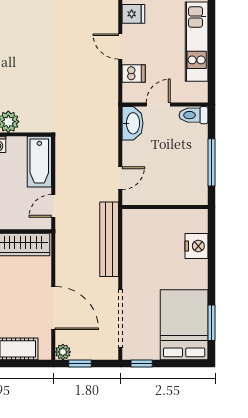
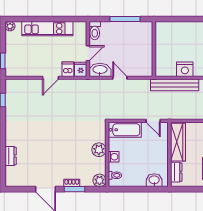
fridge: (133, 14) -> (81, 69), moved
door: (158, 105) -> (88, 53), swing flipped
door: (120, 178) -> (120, 78), moved
nightstand: (197, 246) -> (185, 69), moved, turned 180

